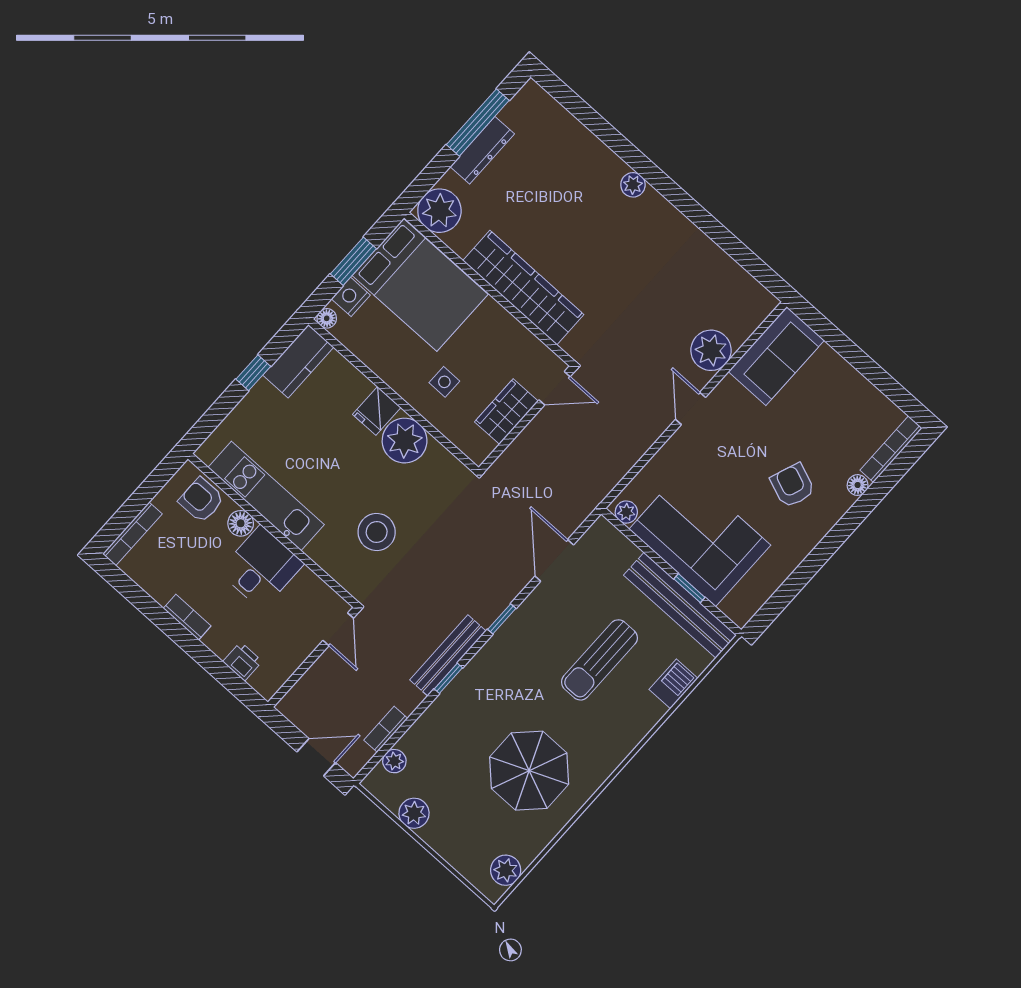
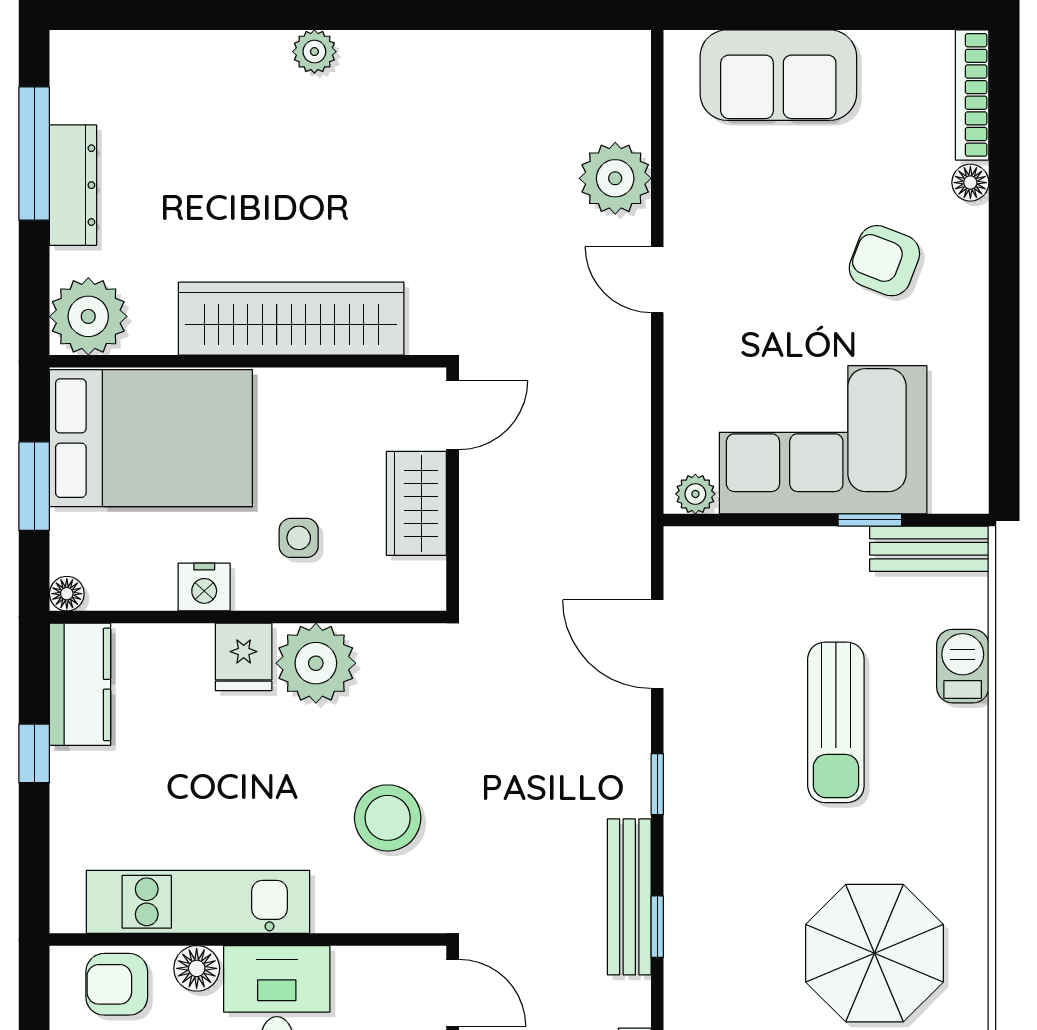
nightstand: (351, 297) -> (204, 587), moved, turned -90
sofa: (776, 356) -> (778, 75), moved, turned 90
bench: (680, 605) -> (929, 549), width x0.54, depth x0.82

